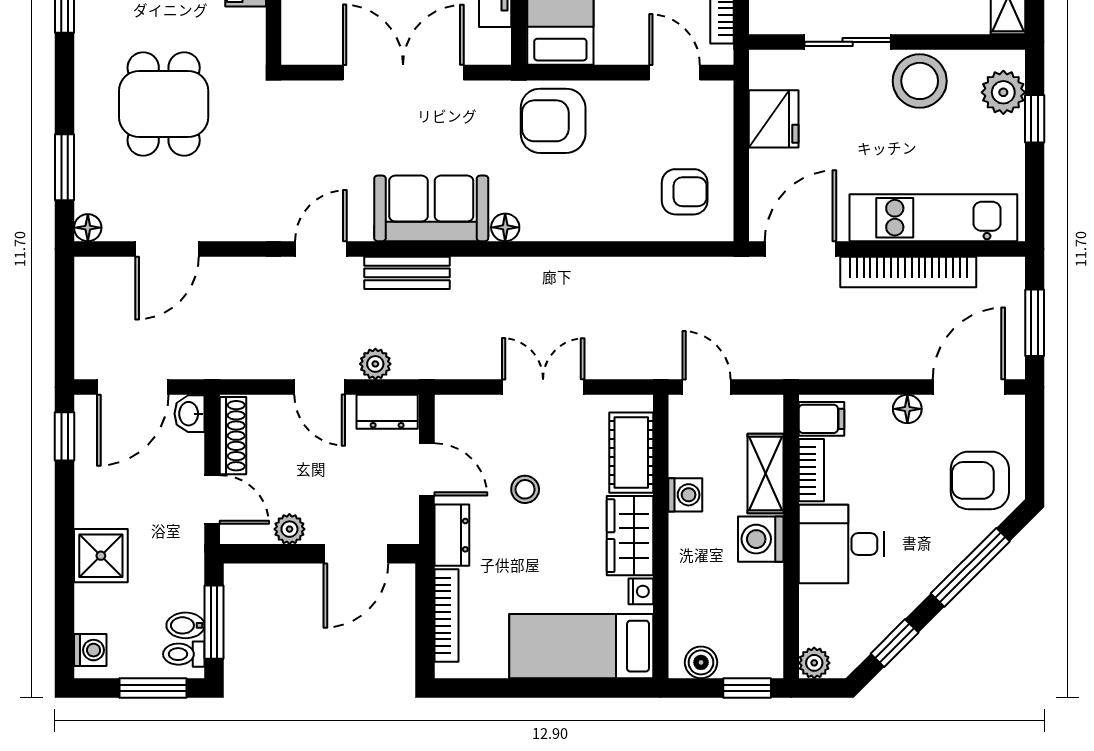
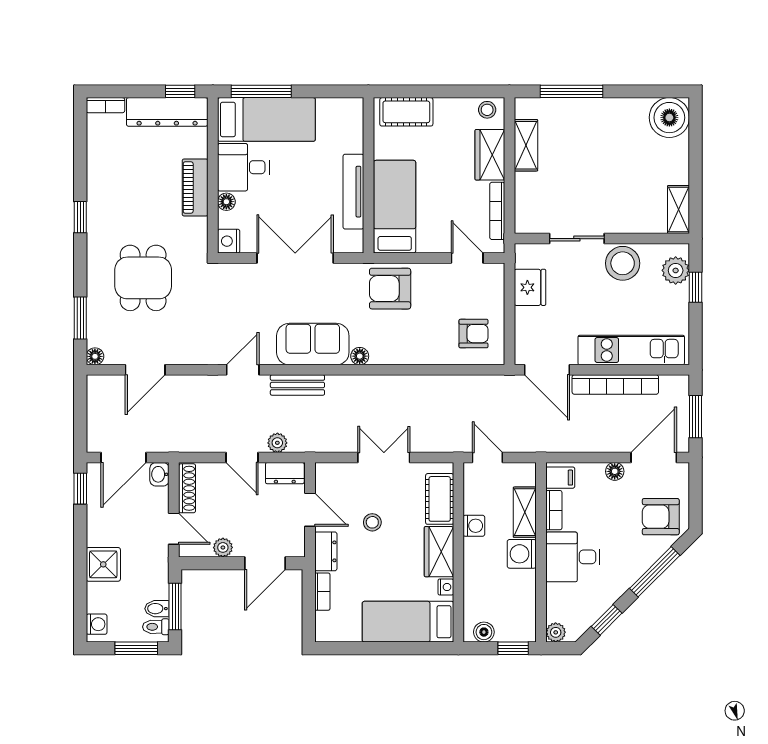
nightstand: (299, 46) -> (229, 241), added
door: (800, 249) -> (547, 370), swing flipped
bookcase: (446, 615) -> (322, 592), width x0.64

